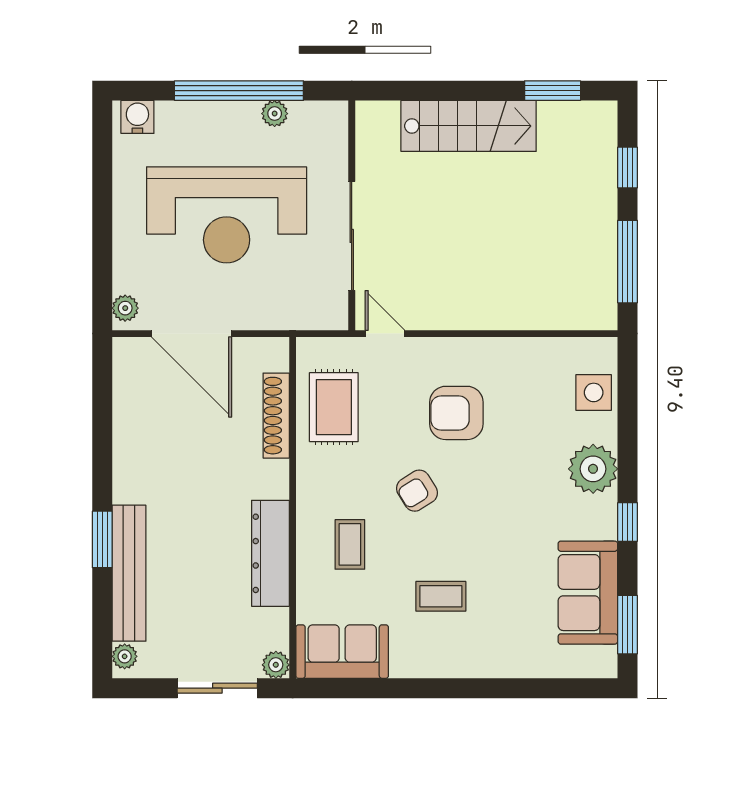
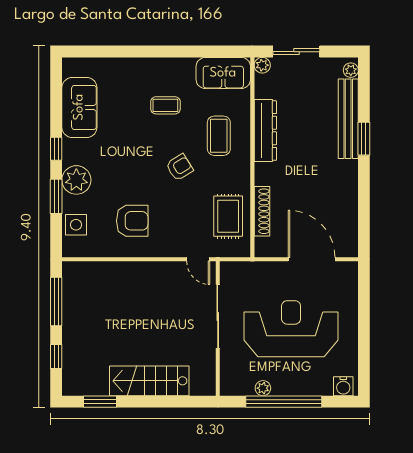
plant: (125, 308) -> (350, 274), removed
armchair: (456, 413) -> (132, 221), moved
coffee table: (350, 544) -> (219, 136), width x1.36, depth x1.30
window: (628, 625) -> (56, 196), moved

